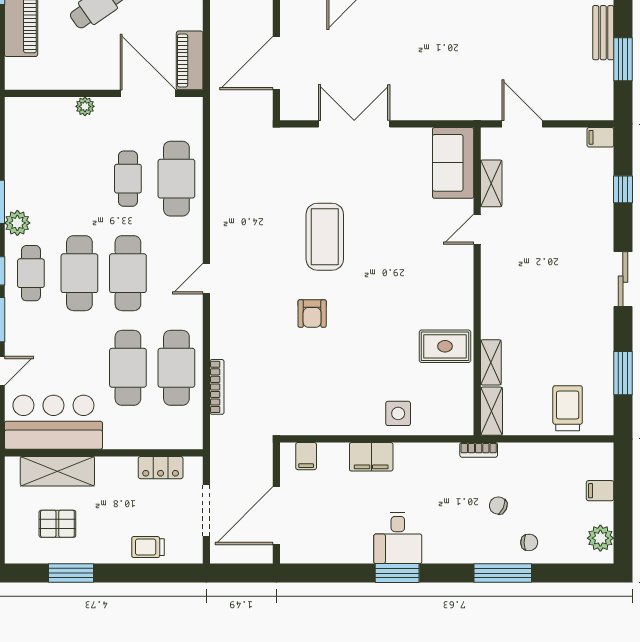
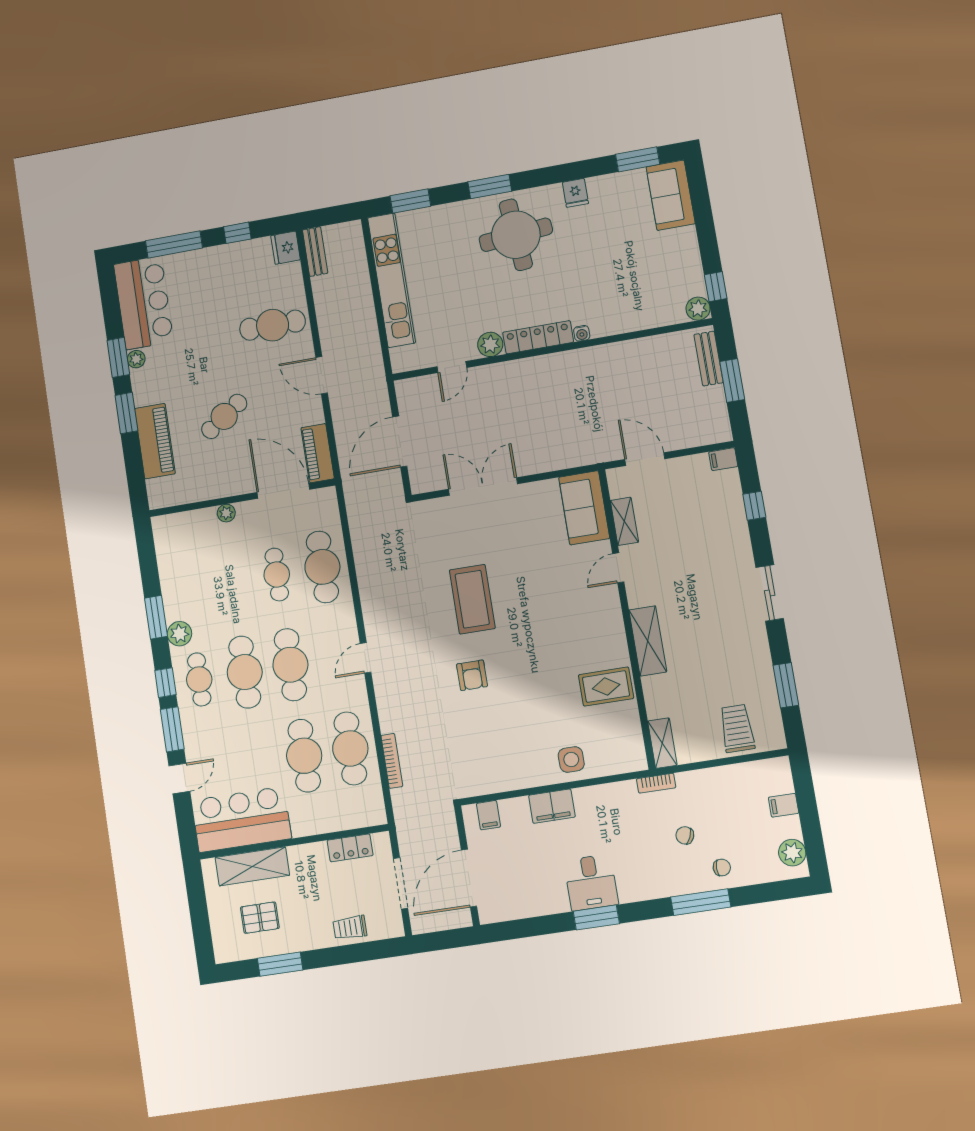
shelving: (491, 362) -> (648, 641), moved, width x1.50, depth x1.33

